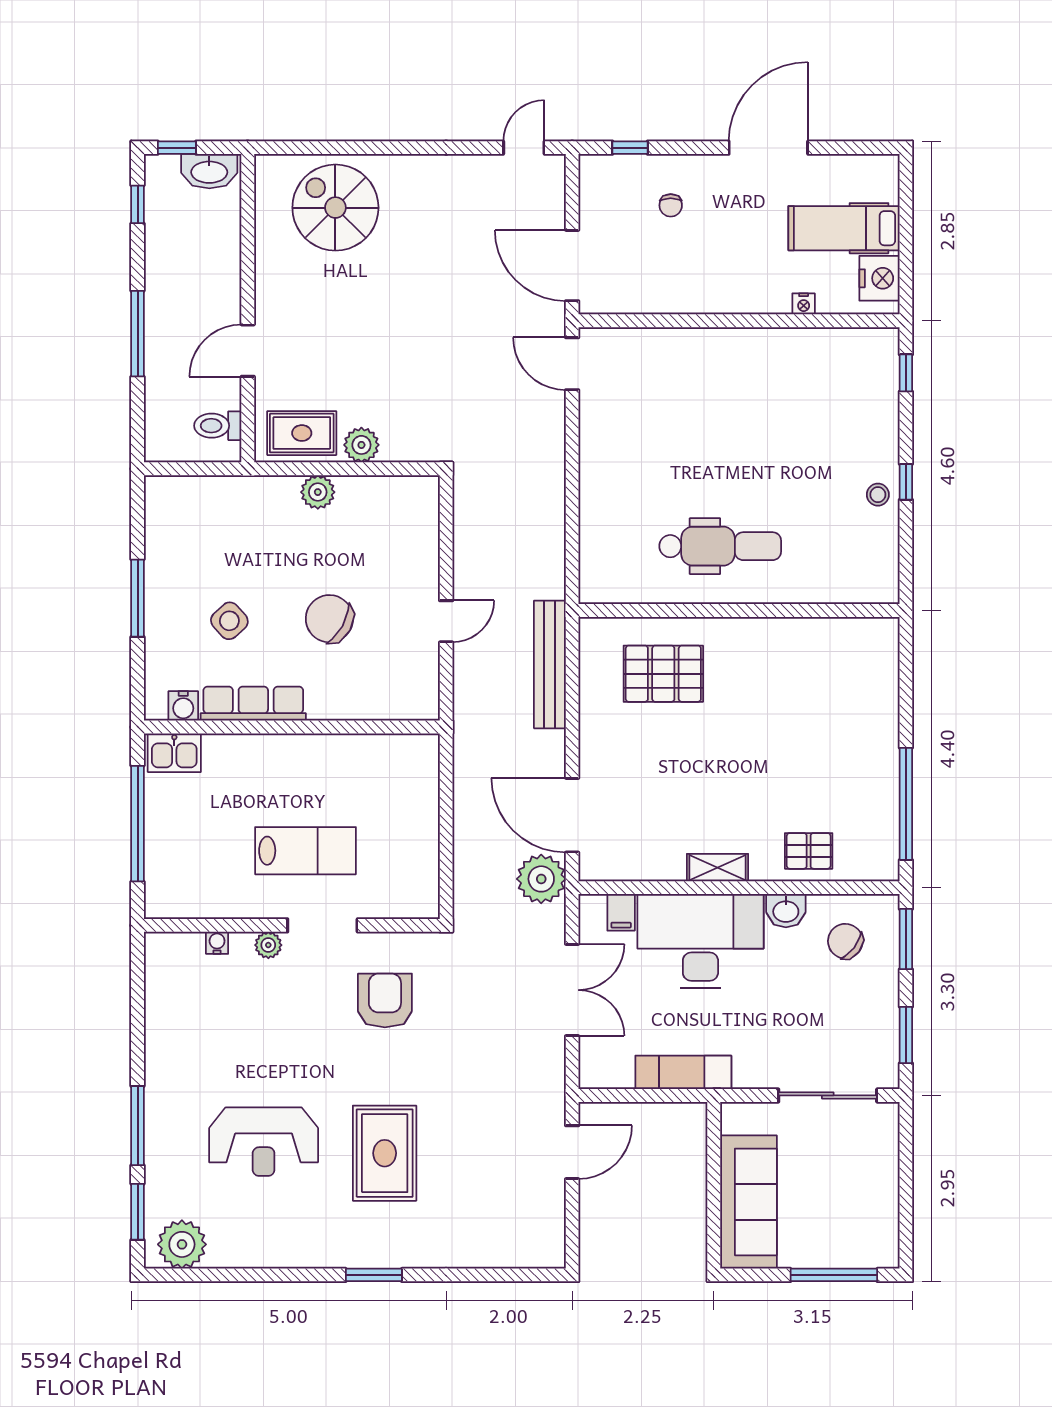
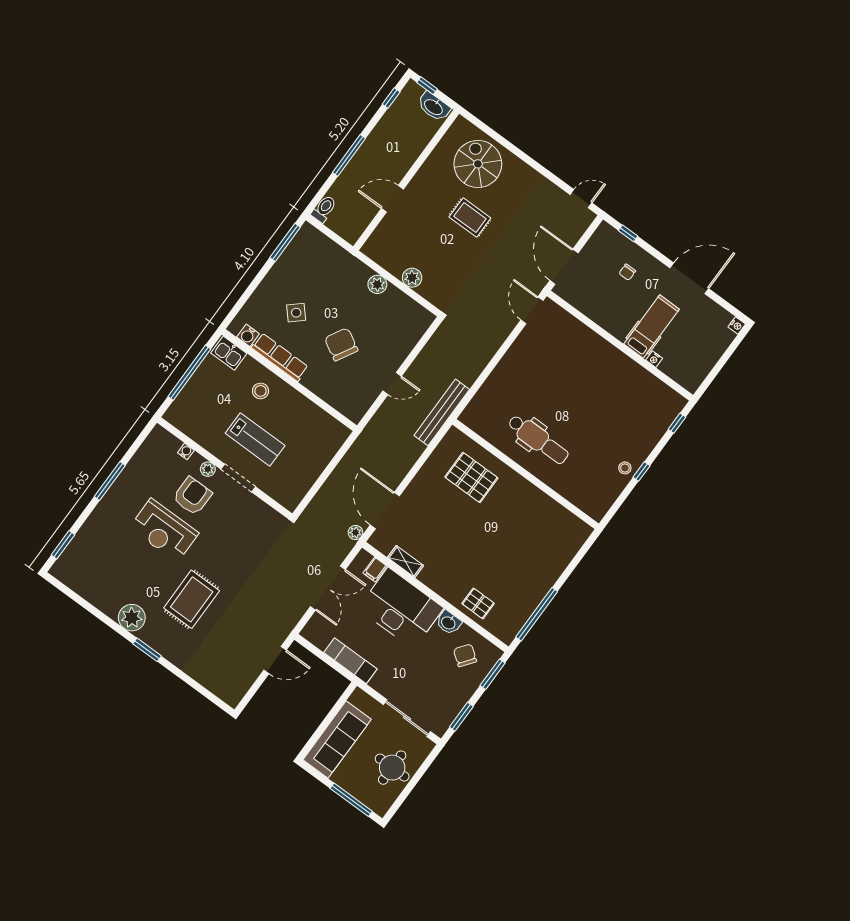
hospital bed: (844, 228) -> (652, 327), moved, turned 90
nightstand: (879, 278) -> (737, 326), moved, width x0.53, depth x0.56
toilet: (218, 426) -> (324, 209), moved, turned 90
rug: (302, 433) -> (470, 217), moved
window: (138, 598) -> (285, 242), moved
bench: (550, 664) -> (442, 412), moved
stool: (261, 774) -> (261, 391), added
shelving: (717, 868) -> (406, 561), moved
plant: (541, 879) -> (355, 532), width x0.53, depth x0.53
armchair: (385, 1001) -> (192, 496), moved
window: (138, 1126) -> (110, 481), moved
reception desk: (264, 1142) -> (164, 530), moved
round table: (859, 1184) -> (392, 768), added
plant: (182, 1244) -> (132, 618), moved

